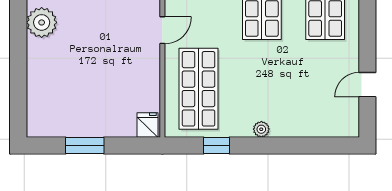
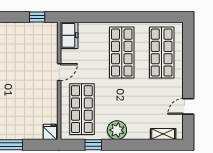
shelving: (327, 128) -> (163, 134), added
plant: (261, 129) -> (117, 130), width x1.88, depth x1.88

